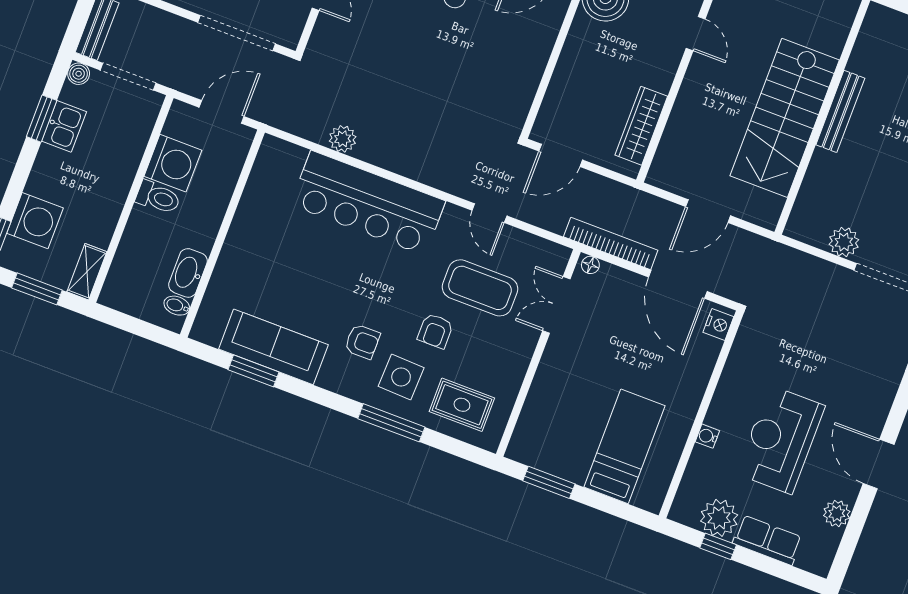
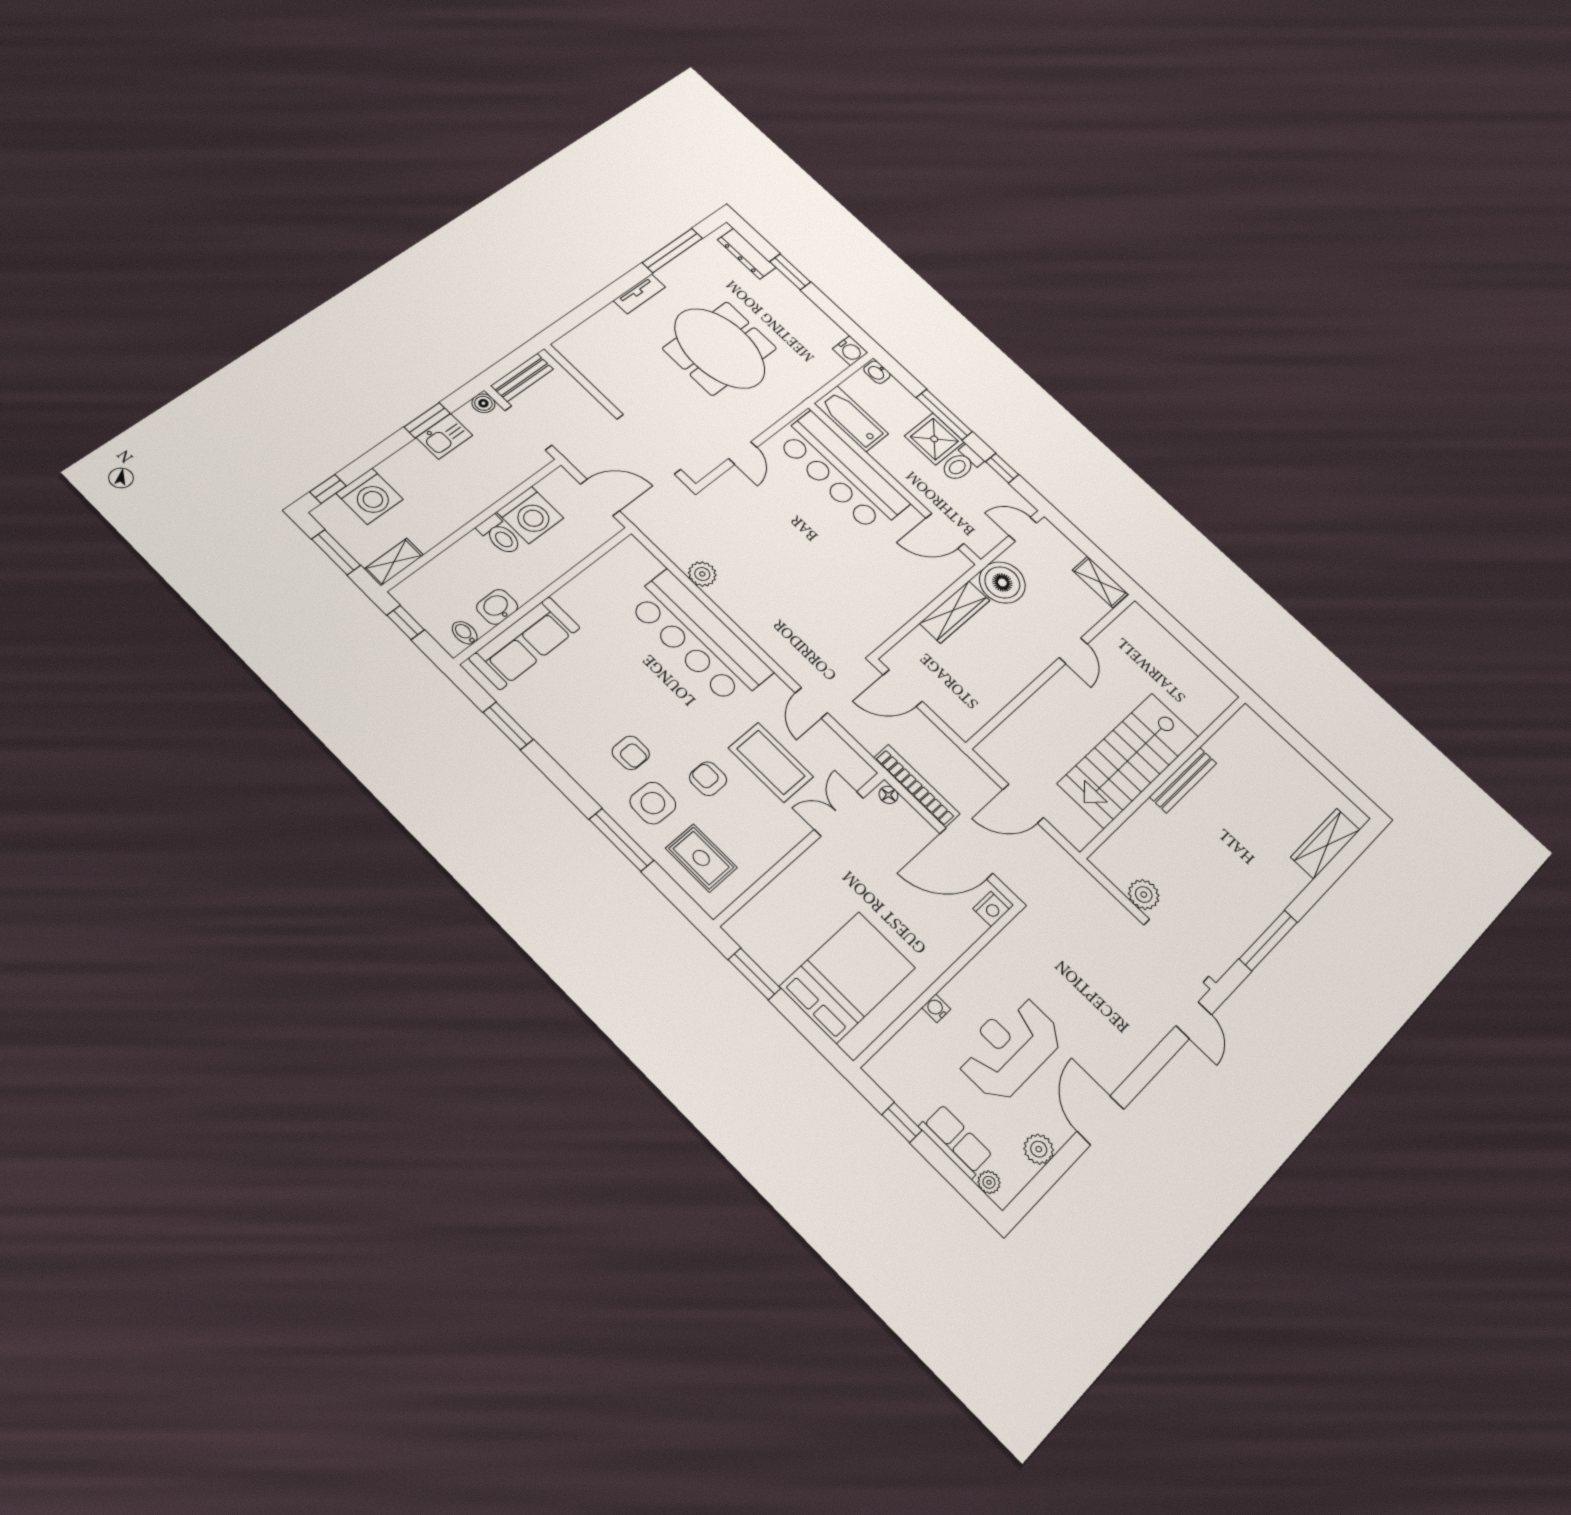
wardrobe: (641, 126) -> (955, 612), moved, turned 180
washbasin: (188, 273) -> (497, 607), width x0.72
door: (678, 284) -> (966, 853), hinge flipped
window: (126, 322) -> (406, 623), added
armchair: (435, 331) -> (708, 779), turned 90
sofa: (273, 347) -> (525, 643), moved, turned 90
bed: (624, 446) -> (848, 977), width x1.50
plant: (719, 518) -> (989, 1182), moved, width x0.53, depth x0.53

